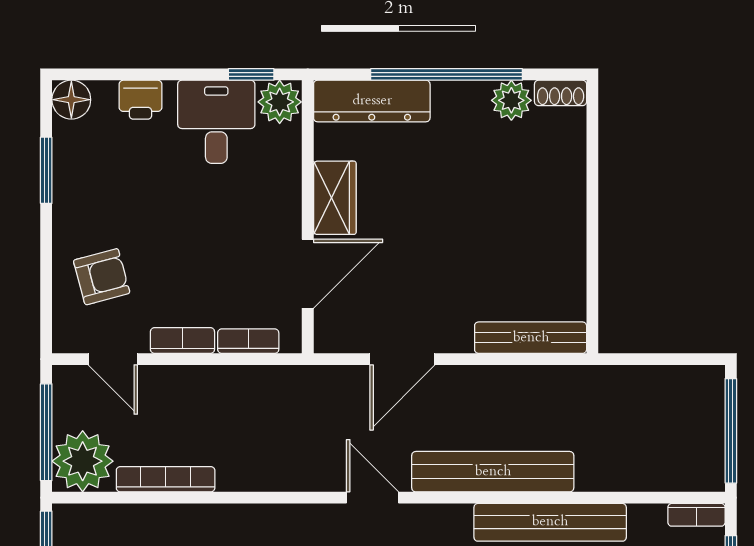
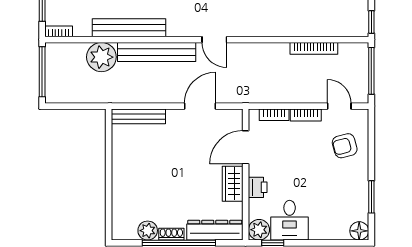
shoe rack: (561, 93) -> (171, 234), moved
printer: (141, 100) -> (258, 187), moved, turned 90
plant: (83, 461) -> (101, 57), moved

